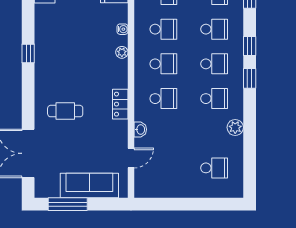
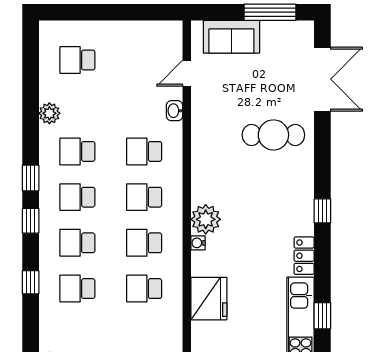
plant: (122, 52) -> (206, 219), width x1.87, depth x1.87
locker: (120, 104) -> (304, 256), moved, turned 180
cafe table: (65, 111) -> (273, 135), width x1.37, depth x1.35
sofa: (89, 186) -> (231, 37), width x0.73

